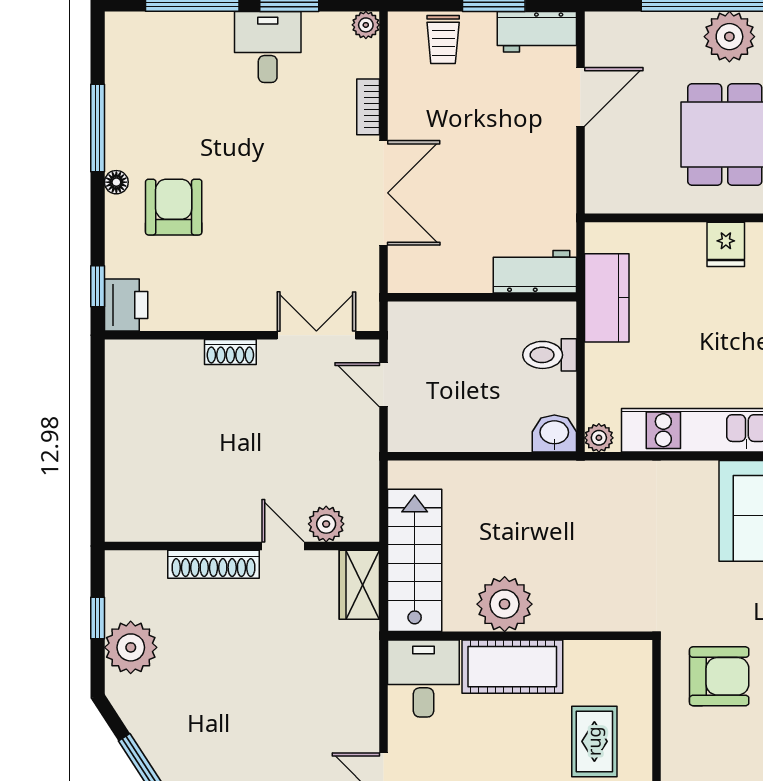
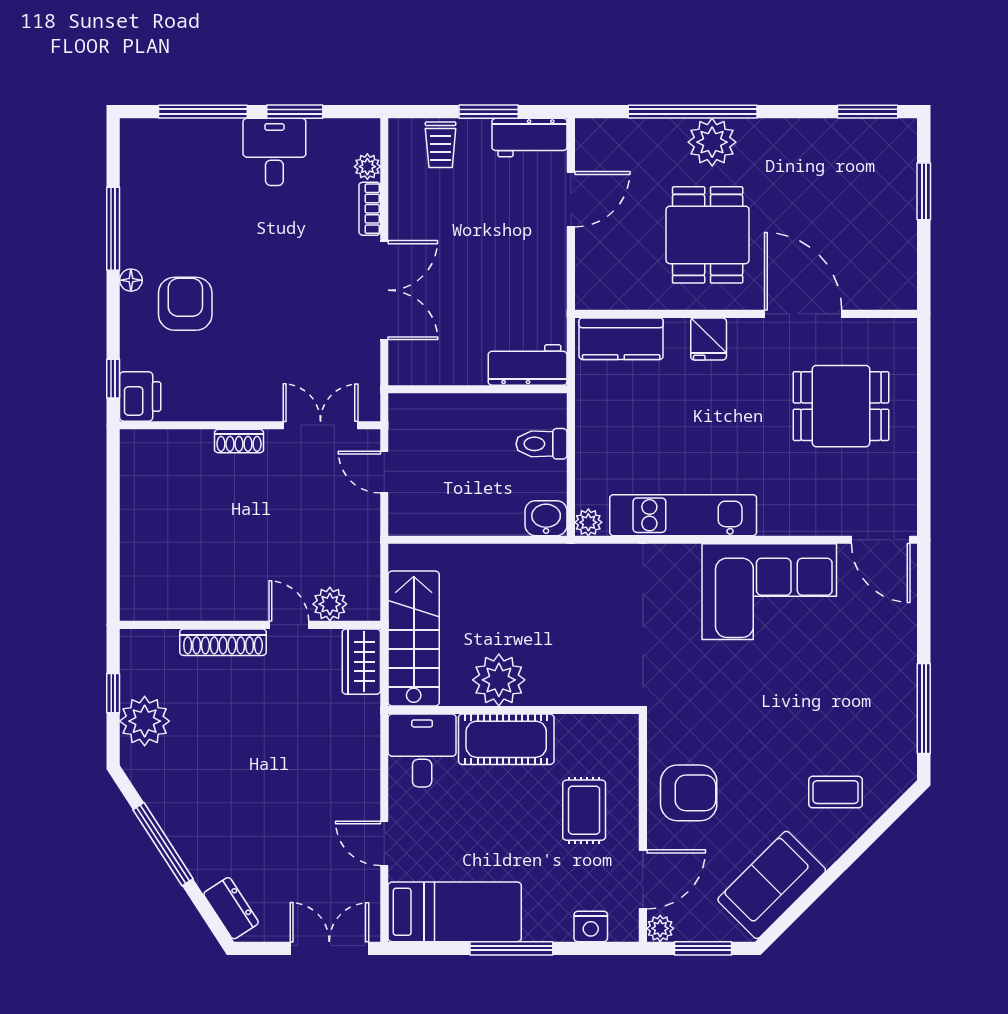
plant: (366, 25) -> (367, 167), moved
kitchen counter: (607, 298) -> (621, 339), moved, turned 90
armchair: (719, 676) -> (689, 793), moved

